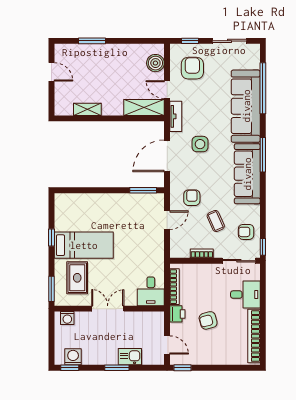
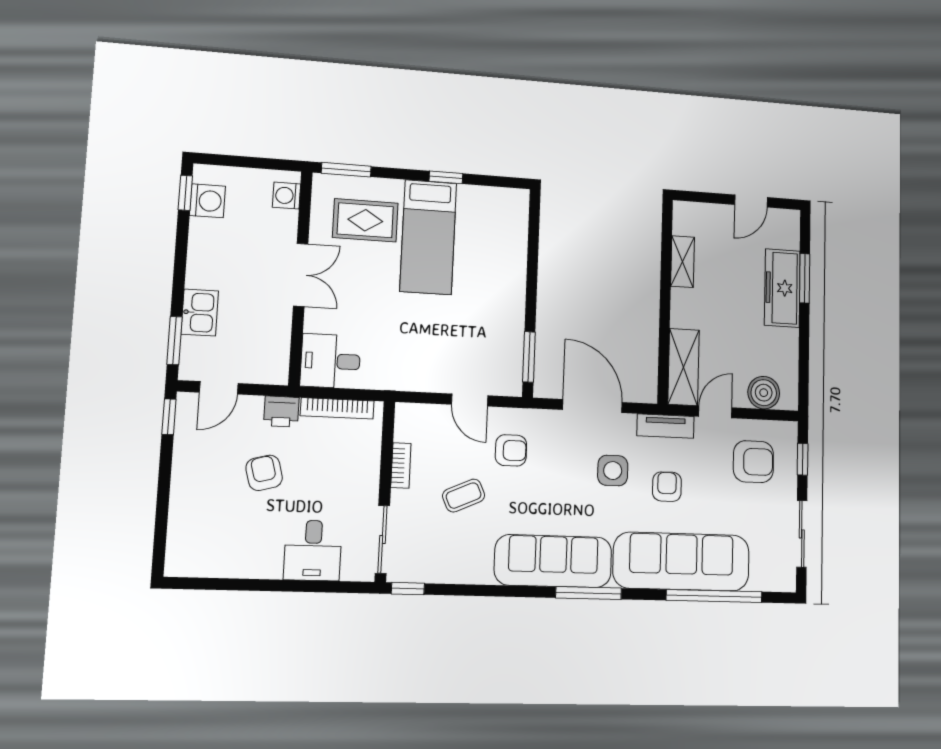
freezer: (98, 53) -> (782, 288), added
armchair: (246, 232) -> (667, 487), moved
bookcase: (254, 336) -> (225, 566), removed
window: (117, 368) -> (175, 341), moved

